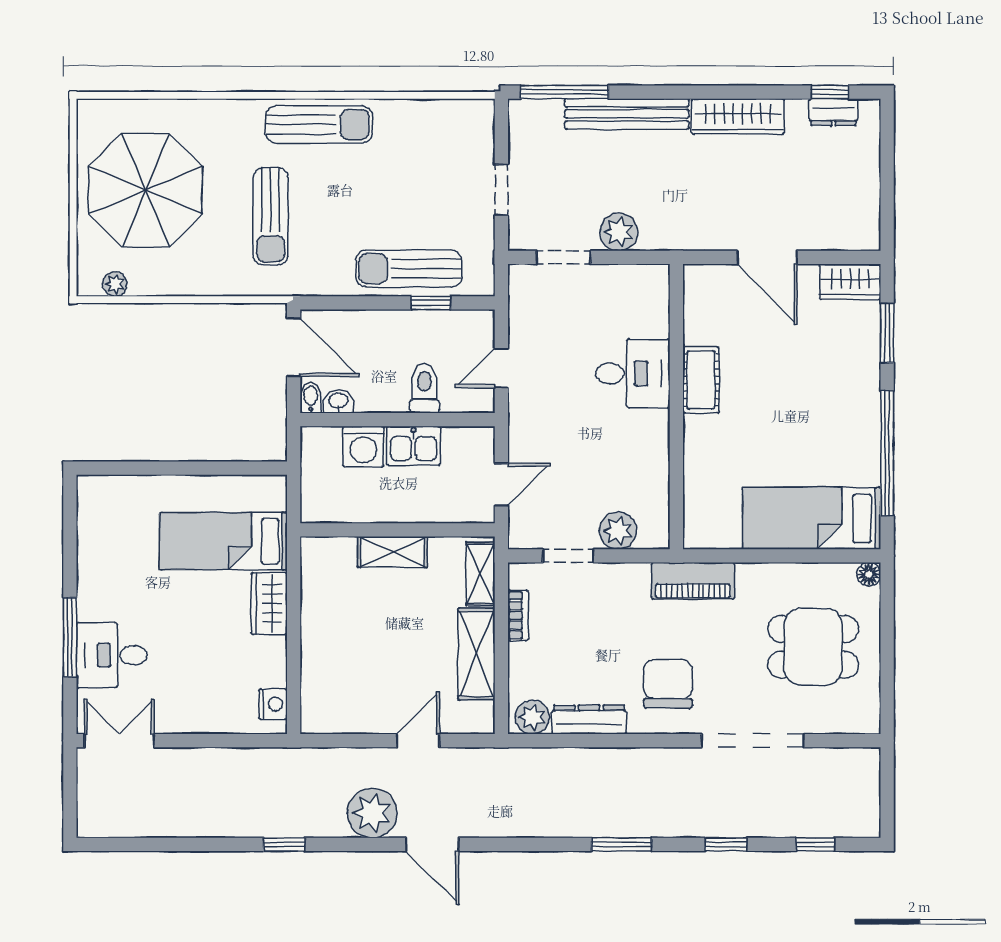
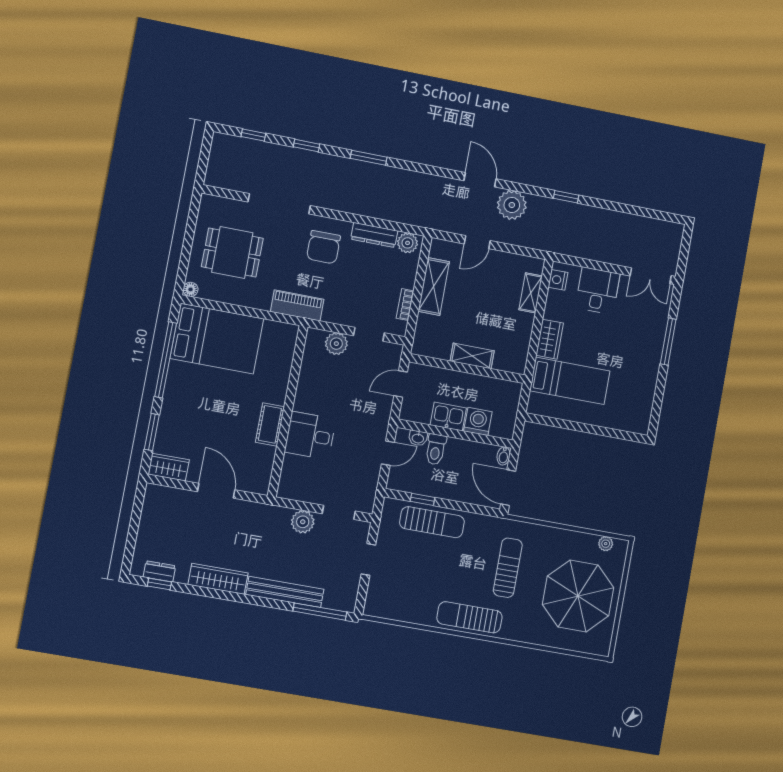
washbasin: (338, 401) -> (418, 438), moved
bed: (812, 518) -> (217, 339), width x1.50
shelving: (480, 574) -> (531, 293), moved
desk: (112, 655) -> (598, 291), moved, turned -90

